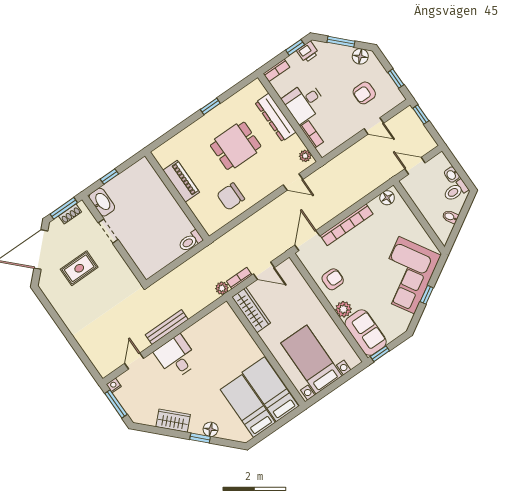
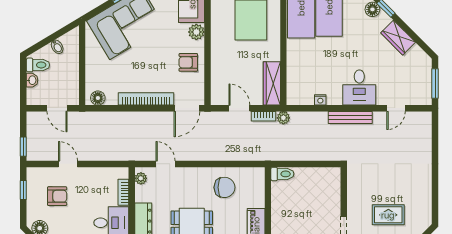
nightstand: (114, 385) -> (320, 100), moved

